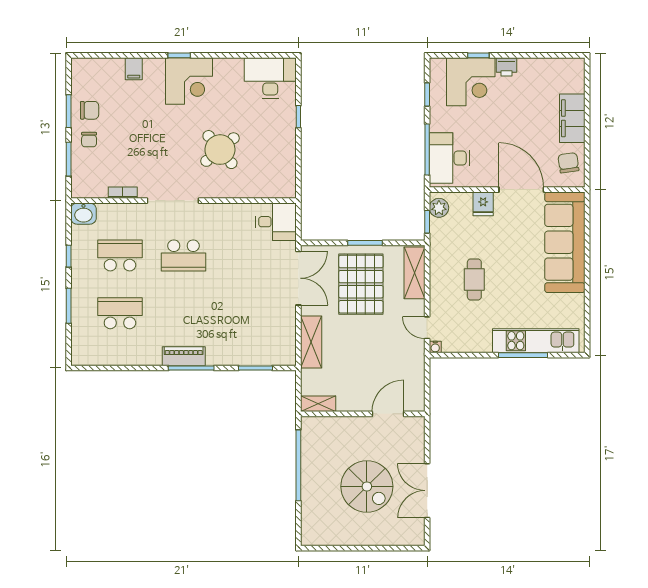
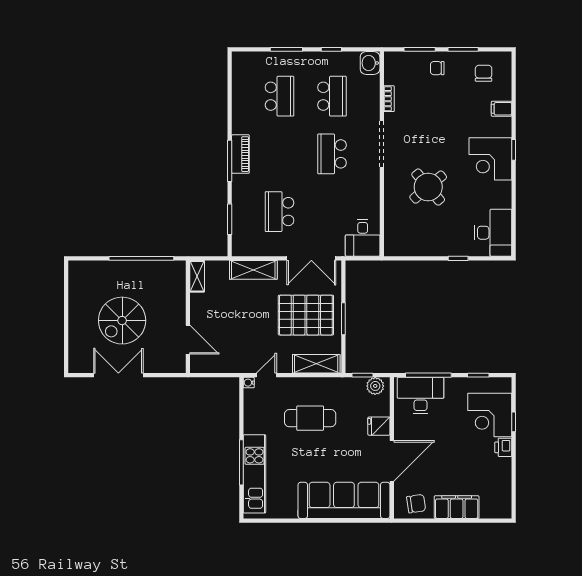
chair: (90, 110) -> (484, 73), moved, turned 180
cafe table: (474, 280) -> (310, 418), width x1.37, depth x1.35
school desk: (247, 313) -> (280, 212), added

